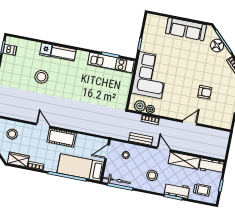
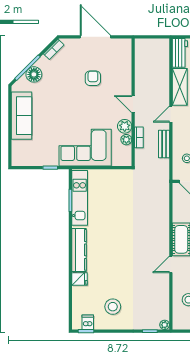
kitchen counter: (63, 53) -> (79, 250), width x1.50
stool: (41, 77) -> (113, 307), moved
plant: (140, 106) -> (125, 126), moved
door: (189, 123) -> (133, 104), moved

